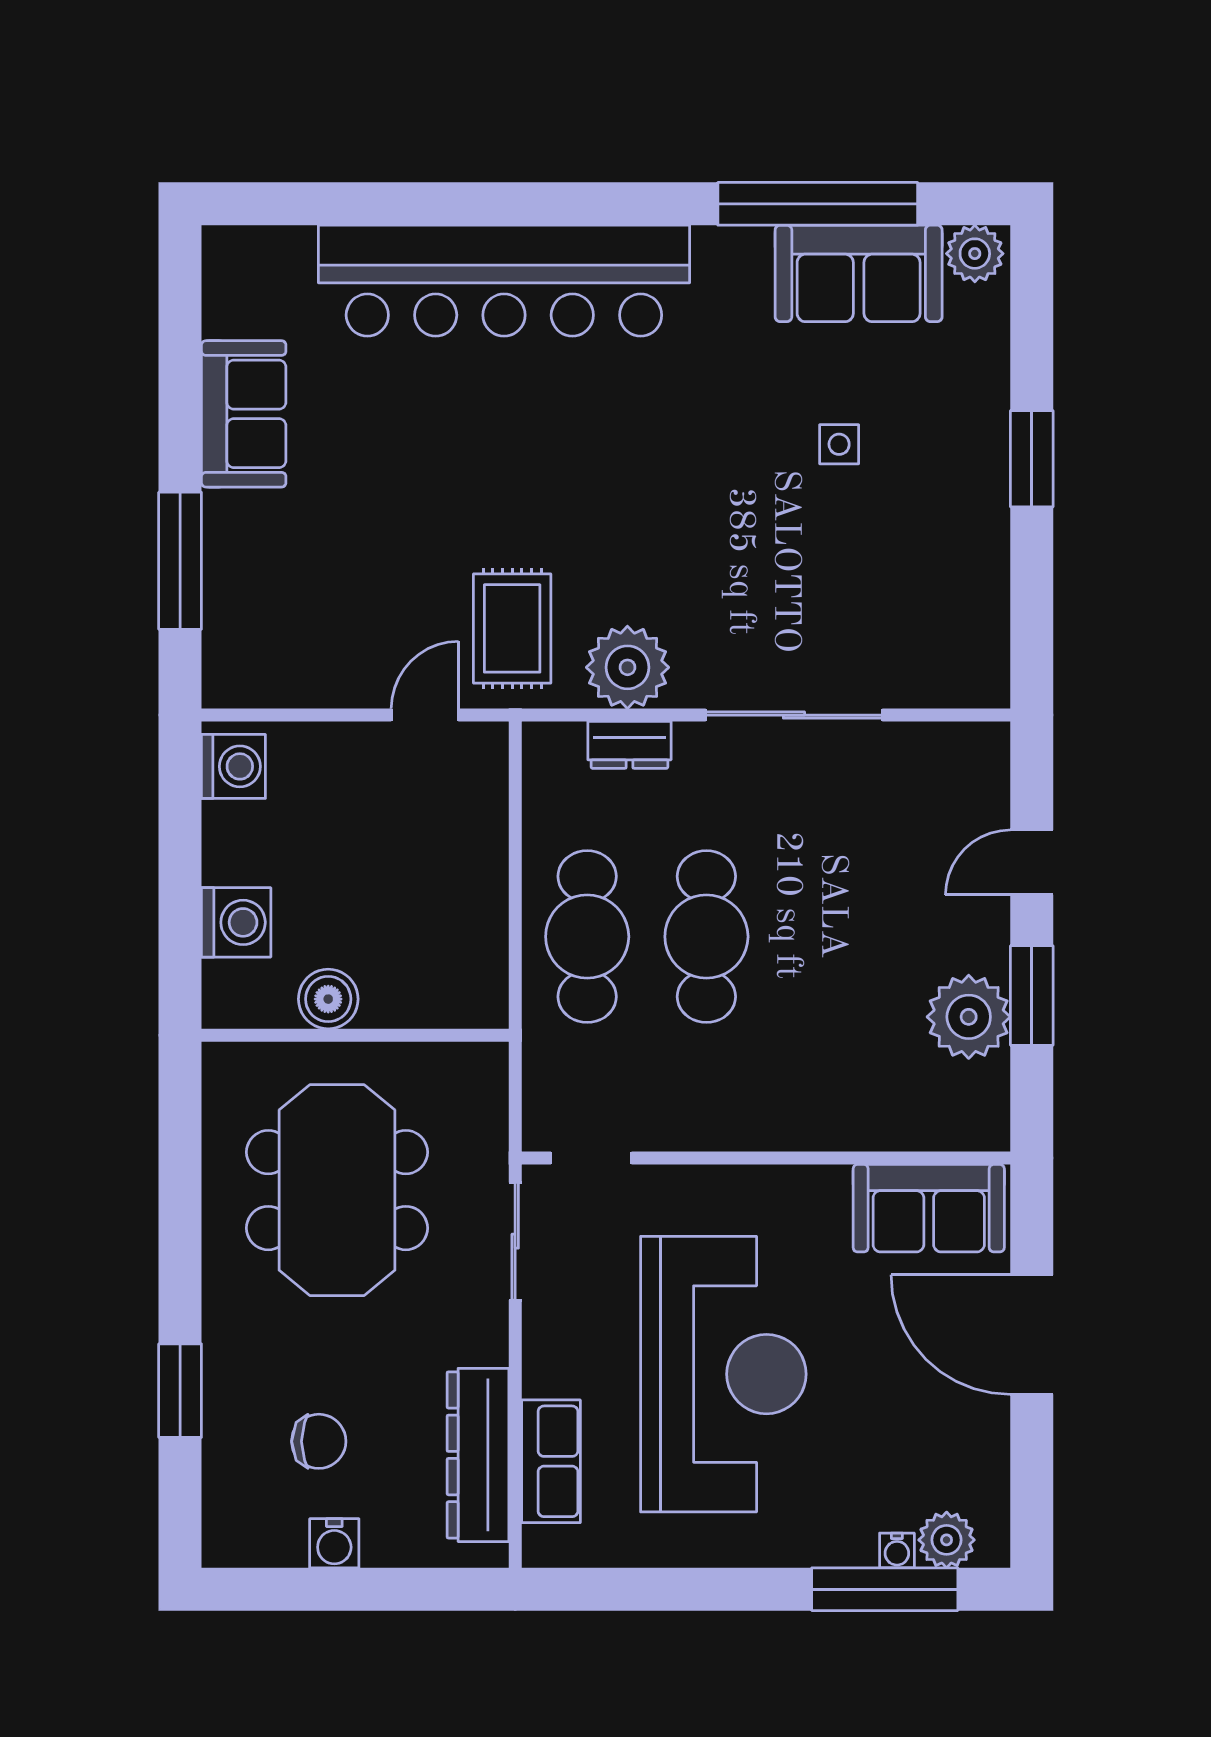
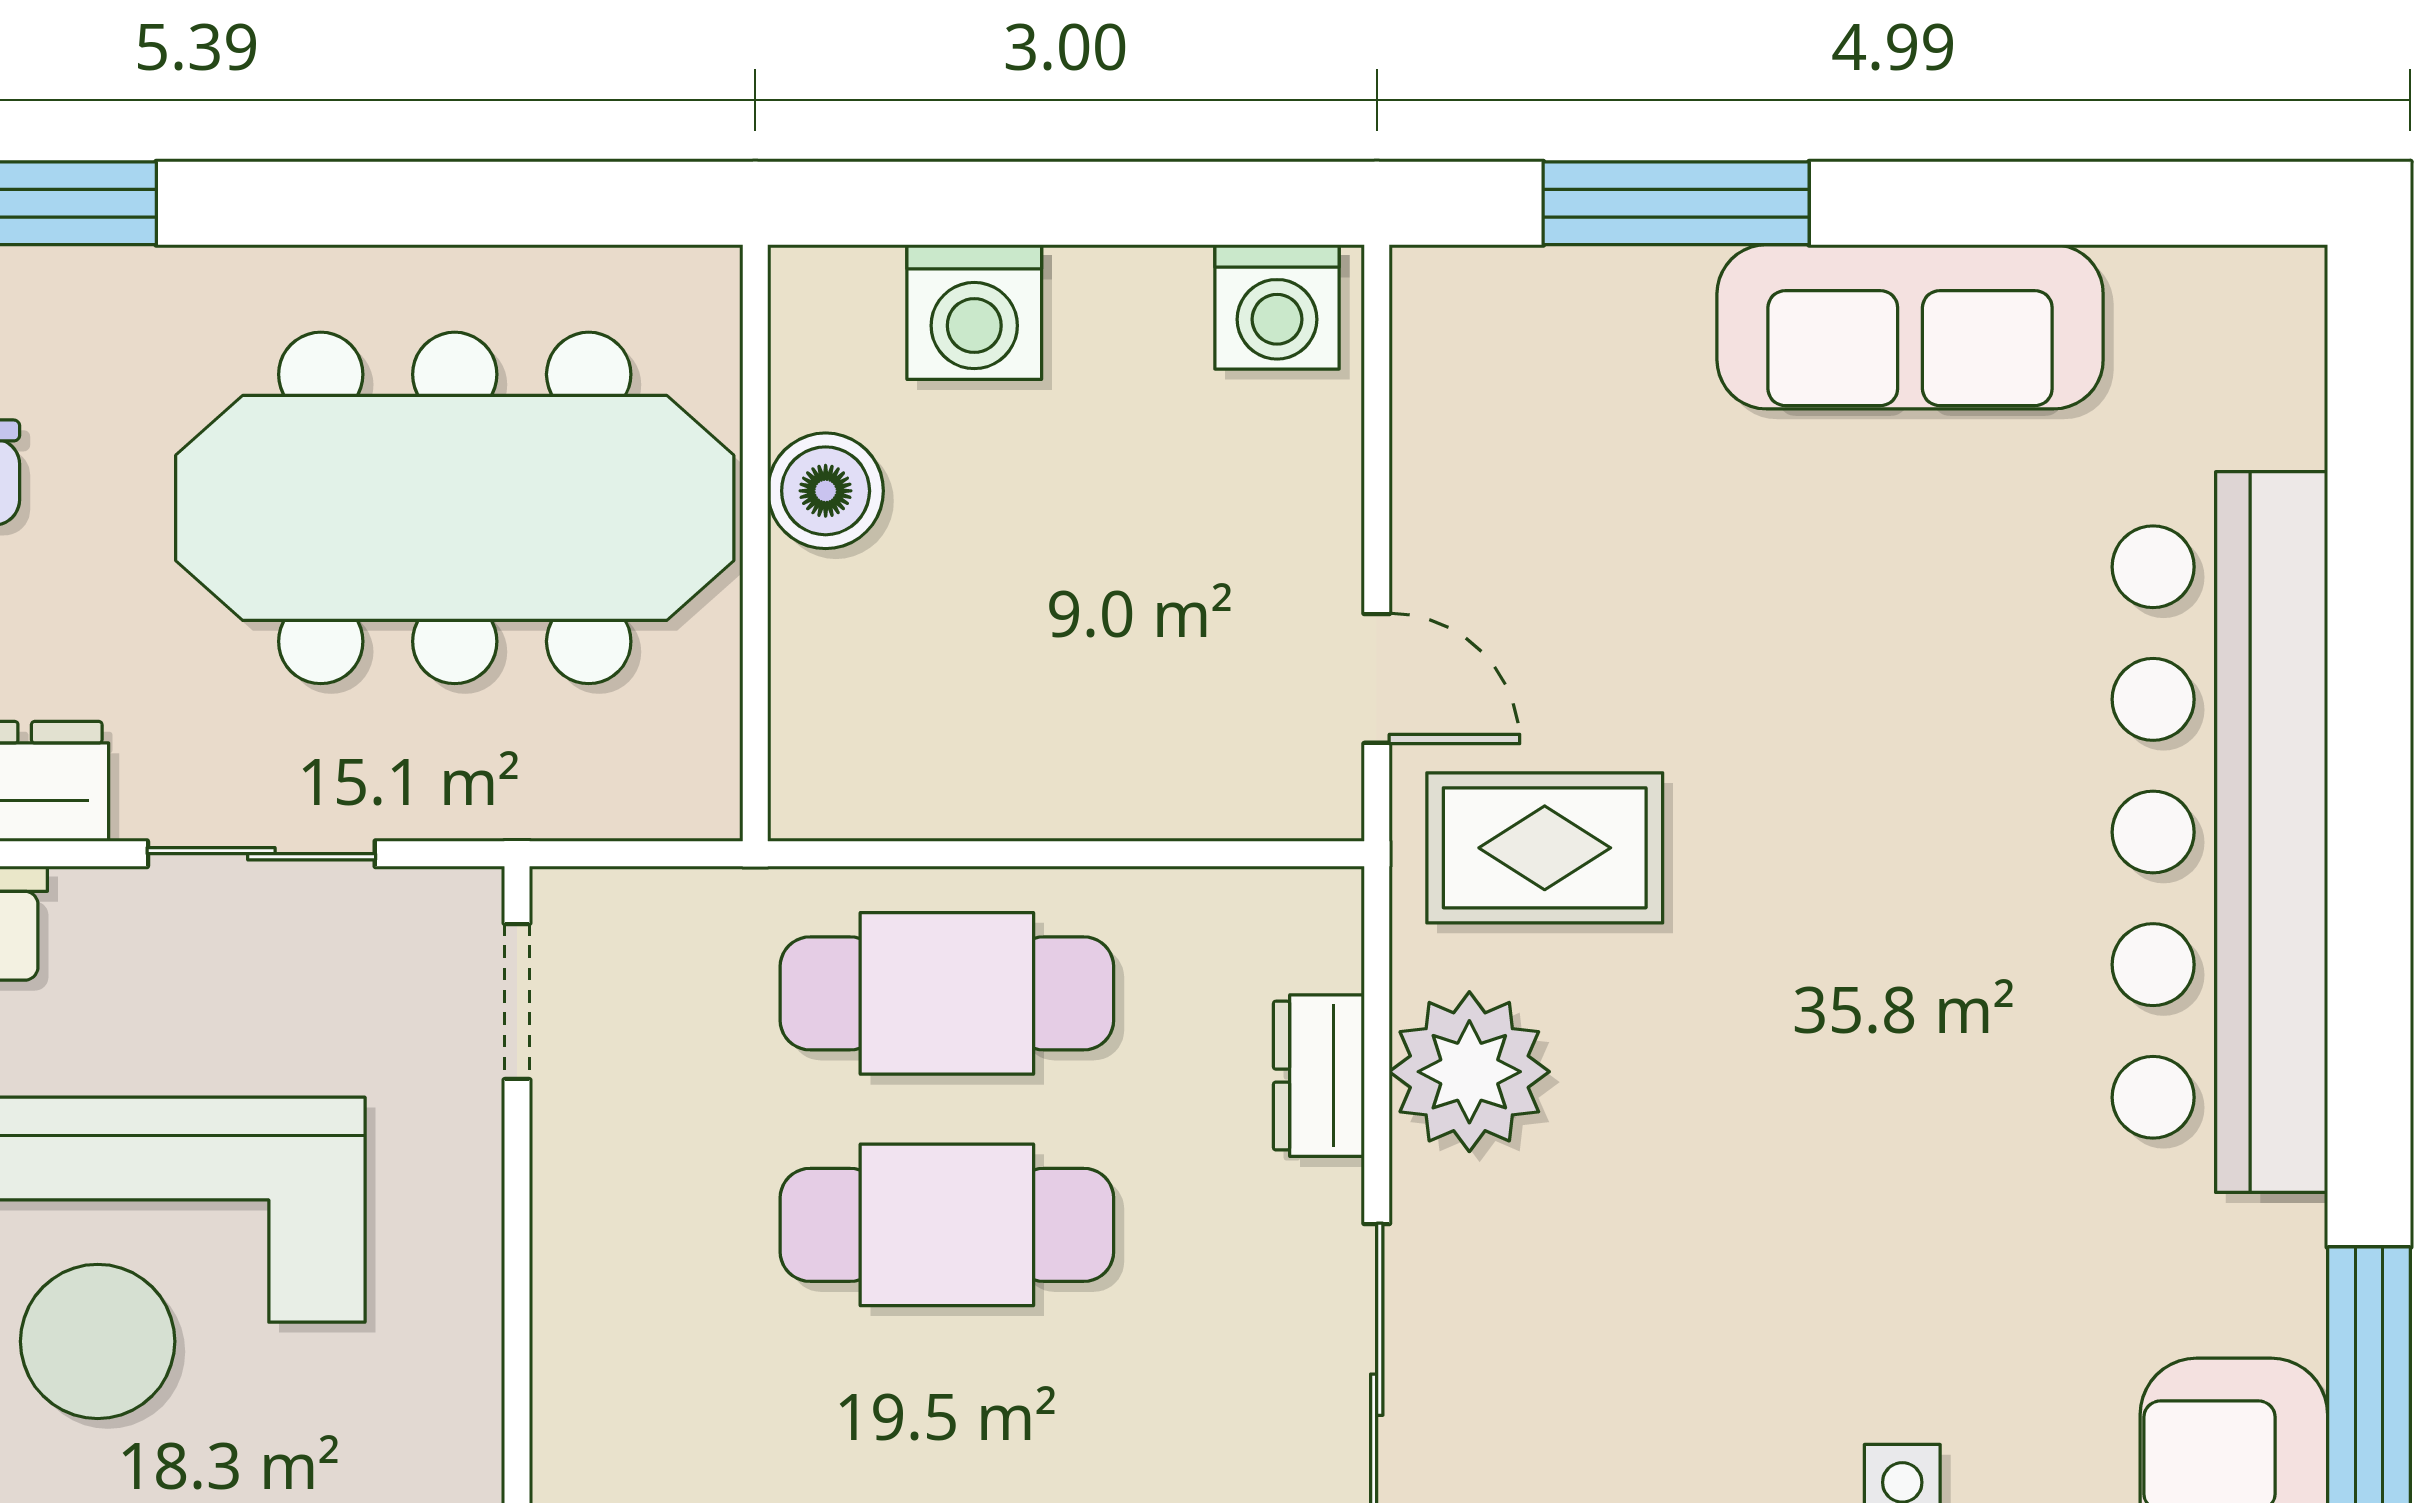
sofa: (244, 414) -> (1910, 327), width x1.36
meeting table: (337, 1190) -> (455, 508), width x1.36
sliding door: (515, 1241) -> (261, 854), moved

